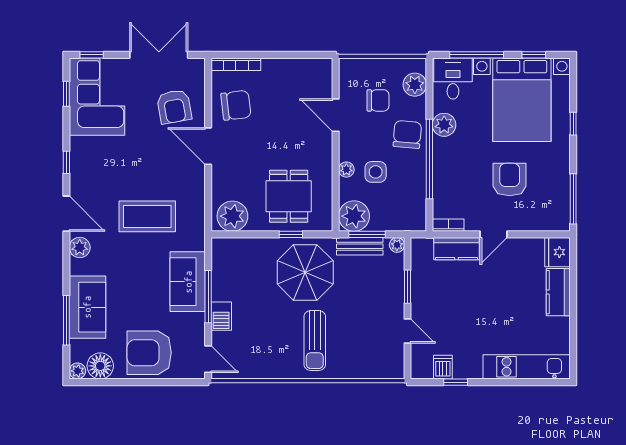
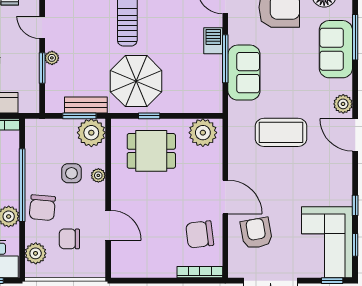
window: (66, 162) -> (355, 205), moved
dining table: (289, 196) -> (151, 151), turned 90
plant: (397, 245) -> (52, 58), moved

